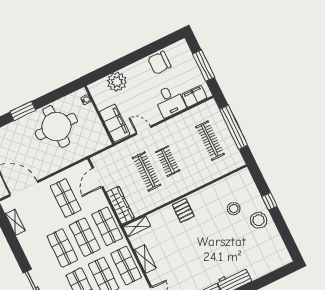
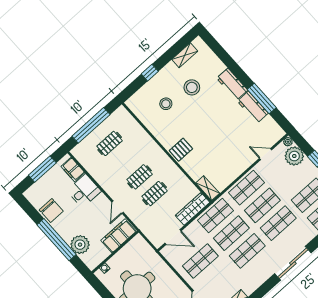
window: (129, 60) -> (57, 240), added
clothes rail: (210, 141) -> (110, 143), width x0.73
clothes rail: (147, 171) -> (155, 194), width x0.73
stool: (258, 220) -> (192, 87), moved
shelving: (145, 259) -> (185, 55), moved

